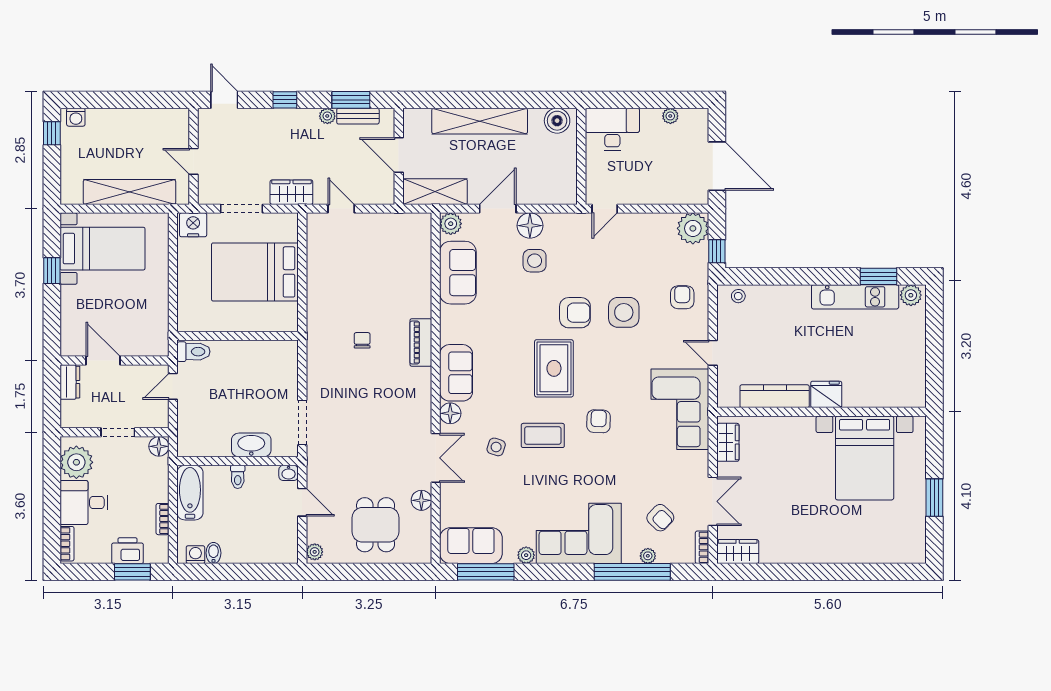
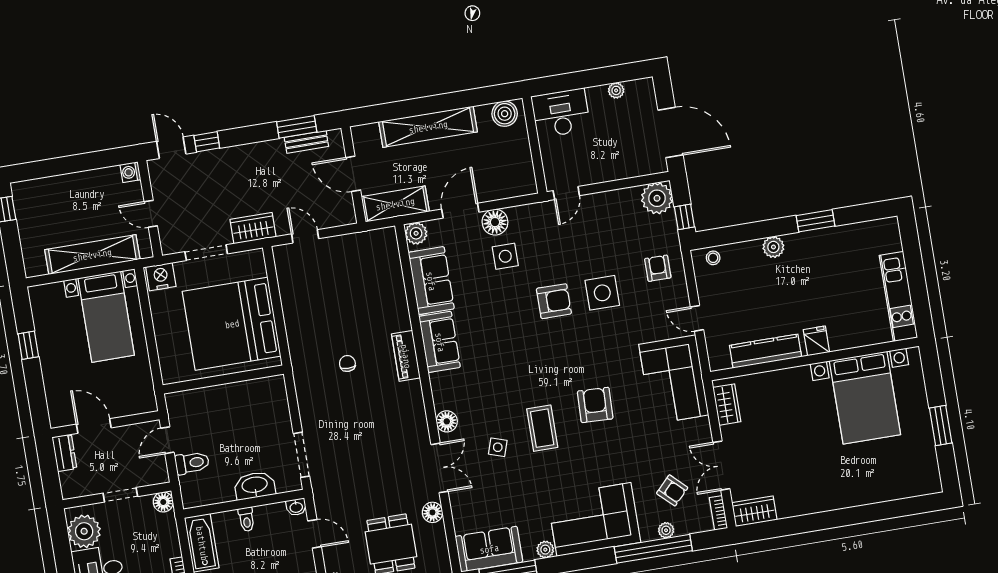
window: (285, 100) -> (207, 142), moved
plant: (327, 116) -> (276, 147), removed
washing machine: (76, 117) -> (130, 172), moved, turned 90
bed with nightstands: (102, 249) -> (106, 317), moved, turned 90
bed: (255, 272) -> (232, 324), width x1.36
window: (878, 276) -> (816, 221), moved
plant: (911, 295) -> (773, 247), moved
kitchen unit: (855, 297) -> (898, 297), moved, turned 90
toilet: (193, 352) -> (192, 463), moved
rug: (554, 368) -> (542, 360), removed
sofa: (456, 373) -> (440, 342), moved
fridge: (826, 394) -> (816, 341), width x0.72
armchair: (599, 421) -> (595, 405), width x1.38, depth x1.38
coffee table: (543, 435) -> (542, 428), turned 90
double door: (713, 501) -> (721, 466), swing flipped

